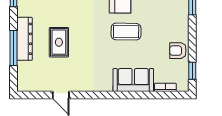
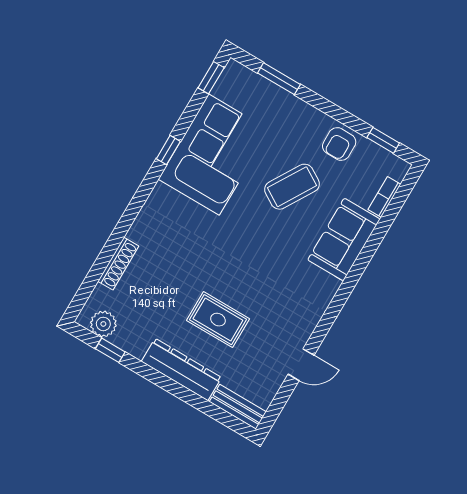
coffee table: (126, 32) -> (292, 187), moved, turned 30
window: (13, 48) -> (186, 395), removed
bench: (23, 77) -> (238, 407), added

